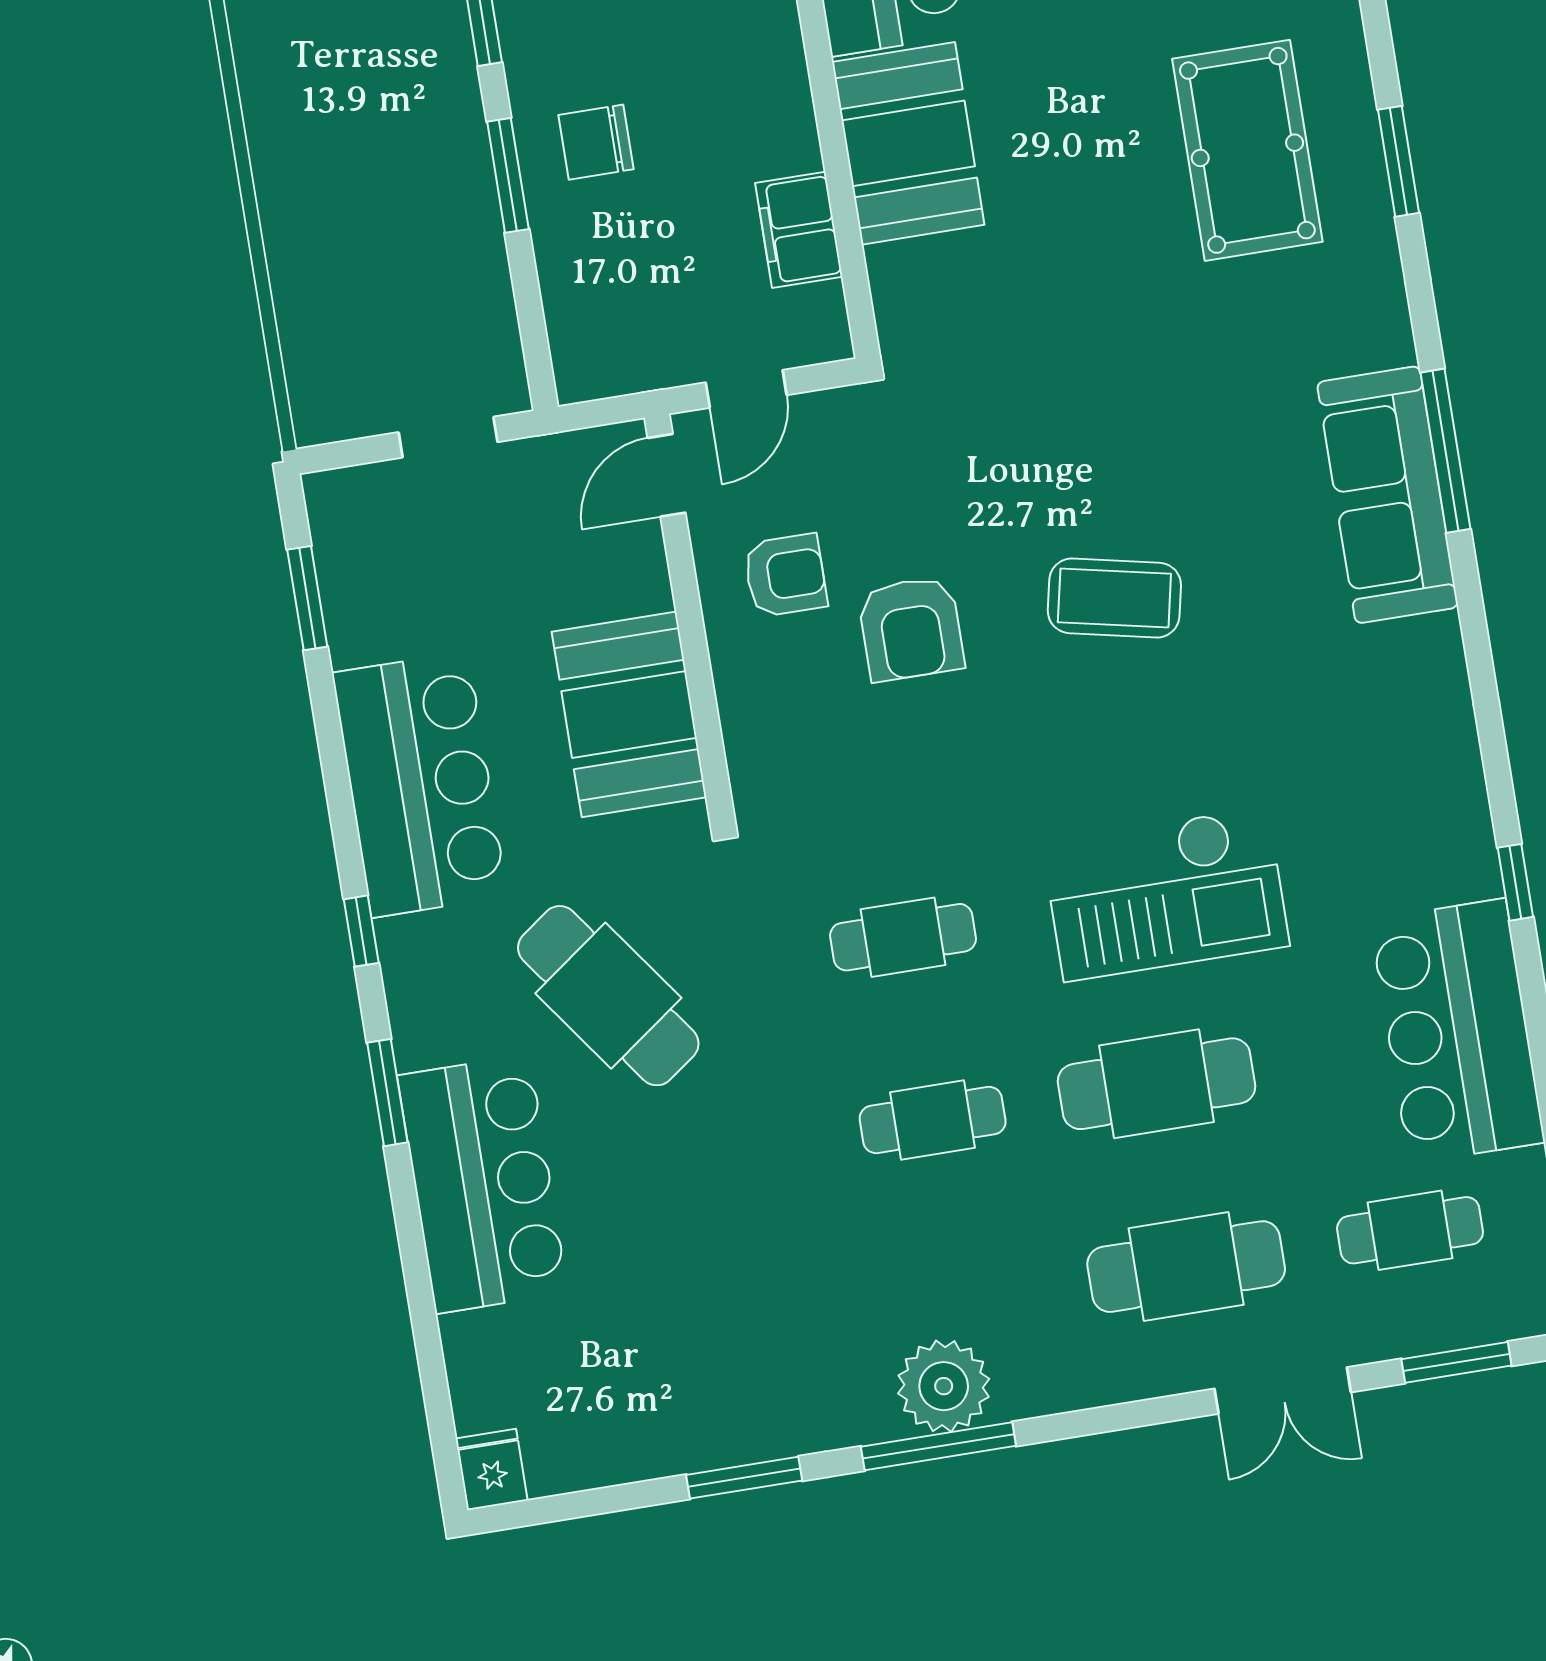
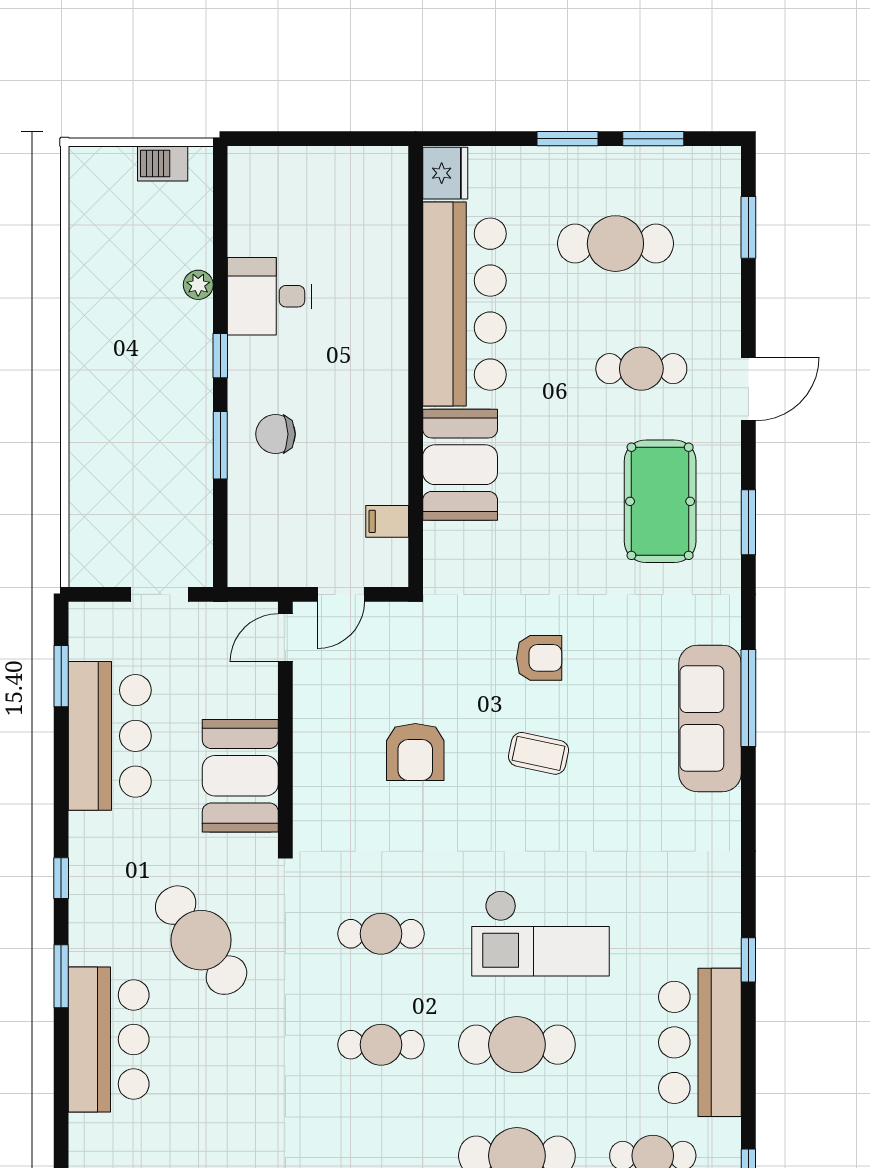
filing cabinet: (799, 230) -> (387, 521), width x0.50
armchair: (785, 575) -> (539, 658), moved
coffee table: (1114, 598) -> (539, 753), width x0.73, depth x0.77
bar counter: (420, 785) -> (110, 736), moved

